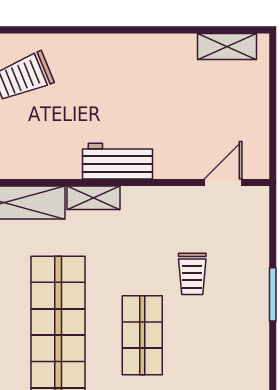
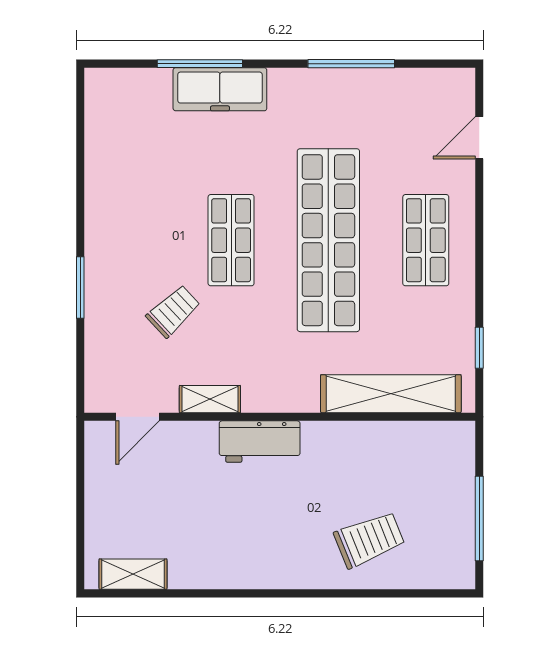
shelving: (94, 198) -> (210, 399), moved
trolley: (192, 274) -> (173, 311), turned 47

